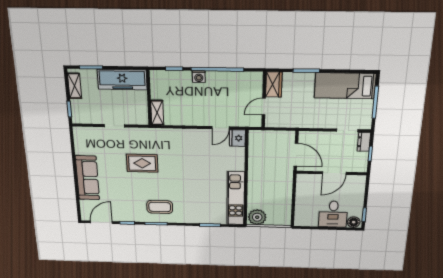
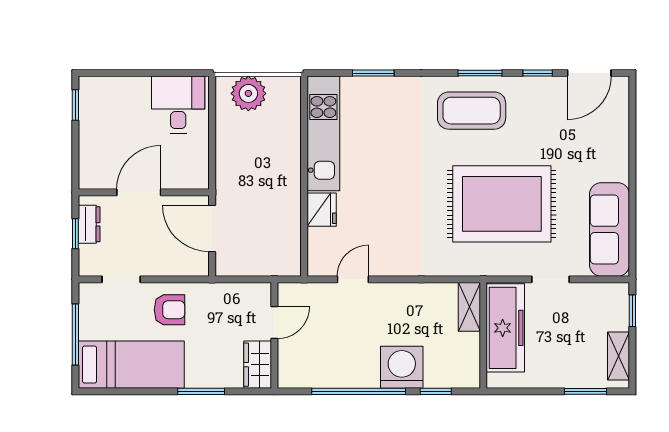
washing machine: (199, 77) -> (402, 367), width x1.89, depth x1.89
freezer: (122, 80) -> (505, 328), moved, turned 90
armchair: (322, 114) -> (169, 310), added
fridge: (237, 138) -> (322, 210), moved
dresser: (364, 142) -> (89, 224), moved
rug: (142, 163) -> (502, 204), width x1.86, depth x2.06
sofa: (87, 178) -> (610, 229), moved
coffee table: (160, 207) -> (472, 111), width x1.36, depth x1.32
desk: (333, 214) -> (178, 105), moved
plant: (257, 217) -> (248, 93), moved
floor lamp: (354, 222) -> (94, 88), removed

